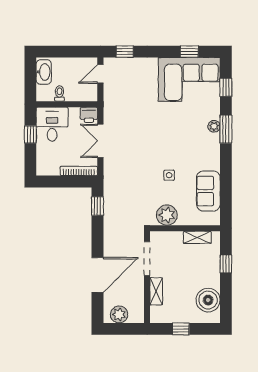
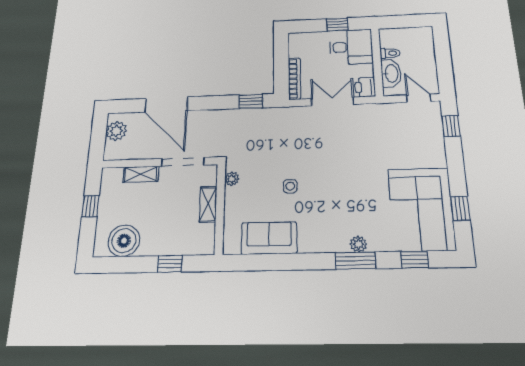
washbasin: (44, 72) -> (391, 73), moved, turned -90
plant: (167, 215) -> (232, 179), width x0.53, depth x0.53
shelving: (197, 237) -> (208, 204), moved

